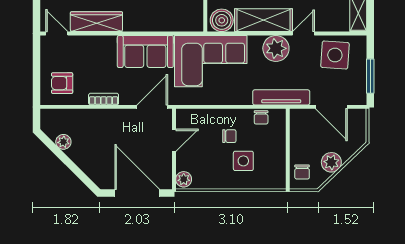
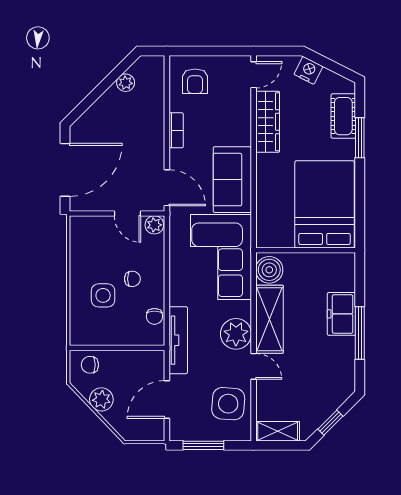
armchair: (62, 83) -> (195, 81), turned 180
chair: (261, 117) -> (154, 316), turned -90
chair: (229, 136) -> (132, 279), turned -90
plant: (184, 179) -> (154, 225), moved

